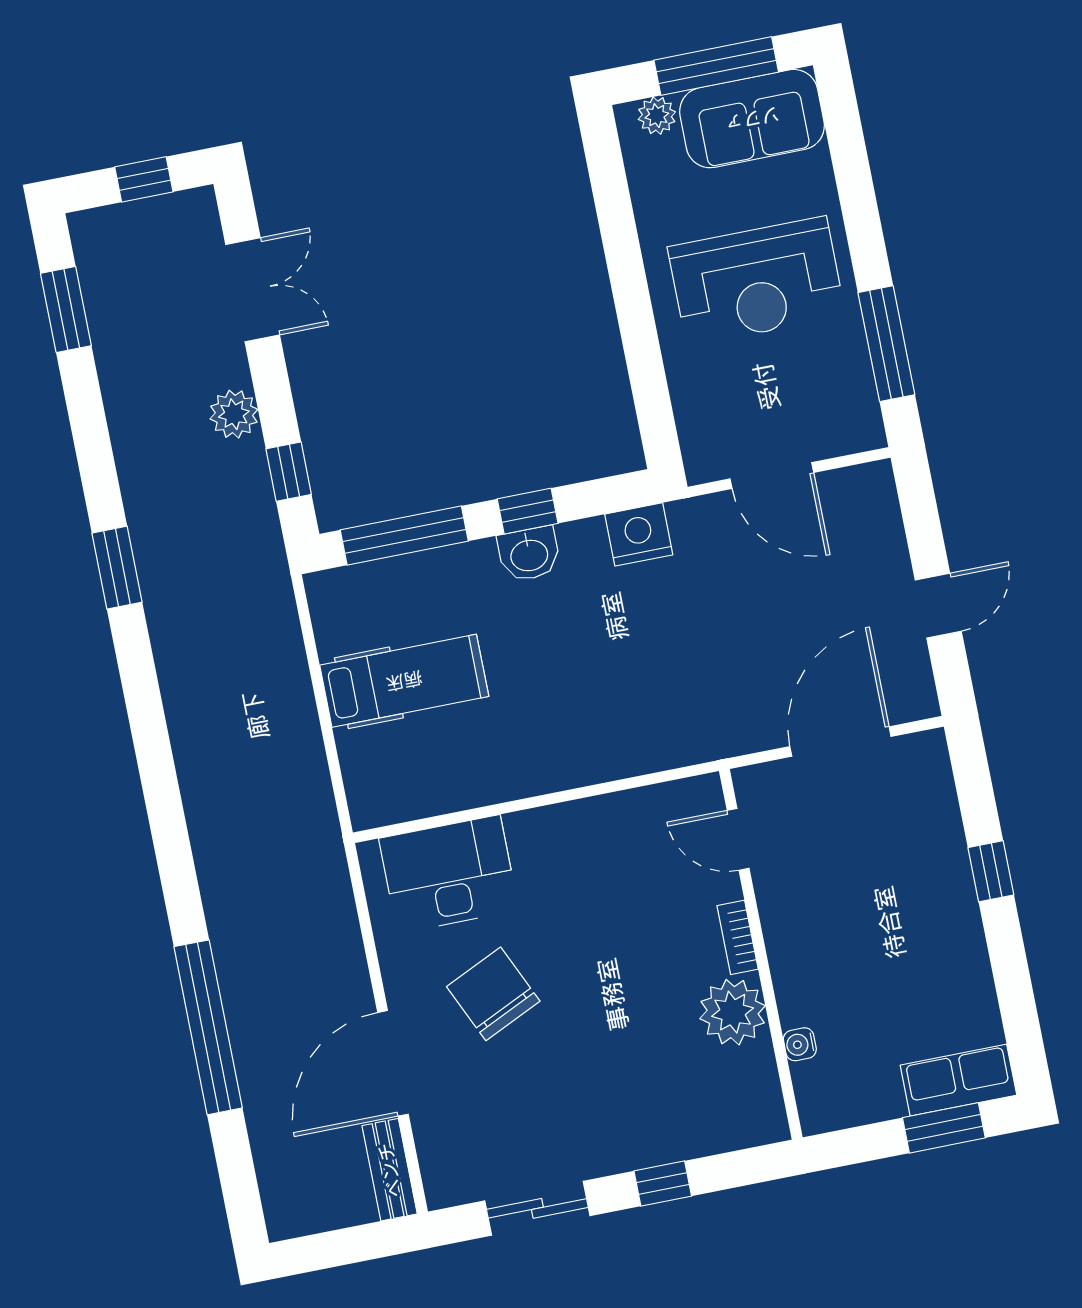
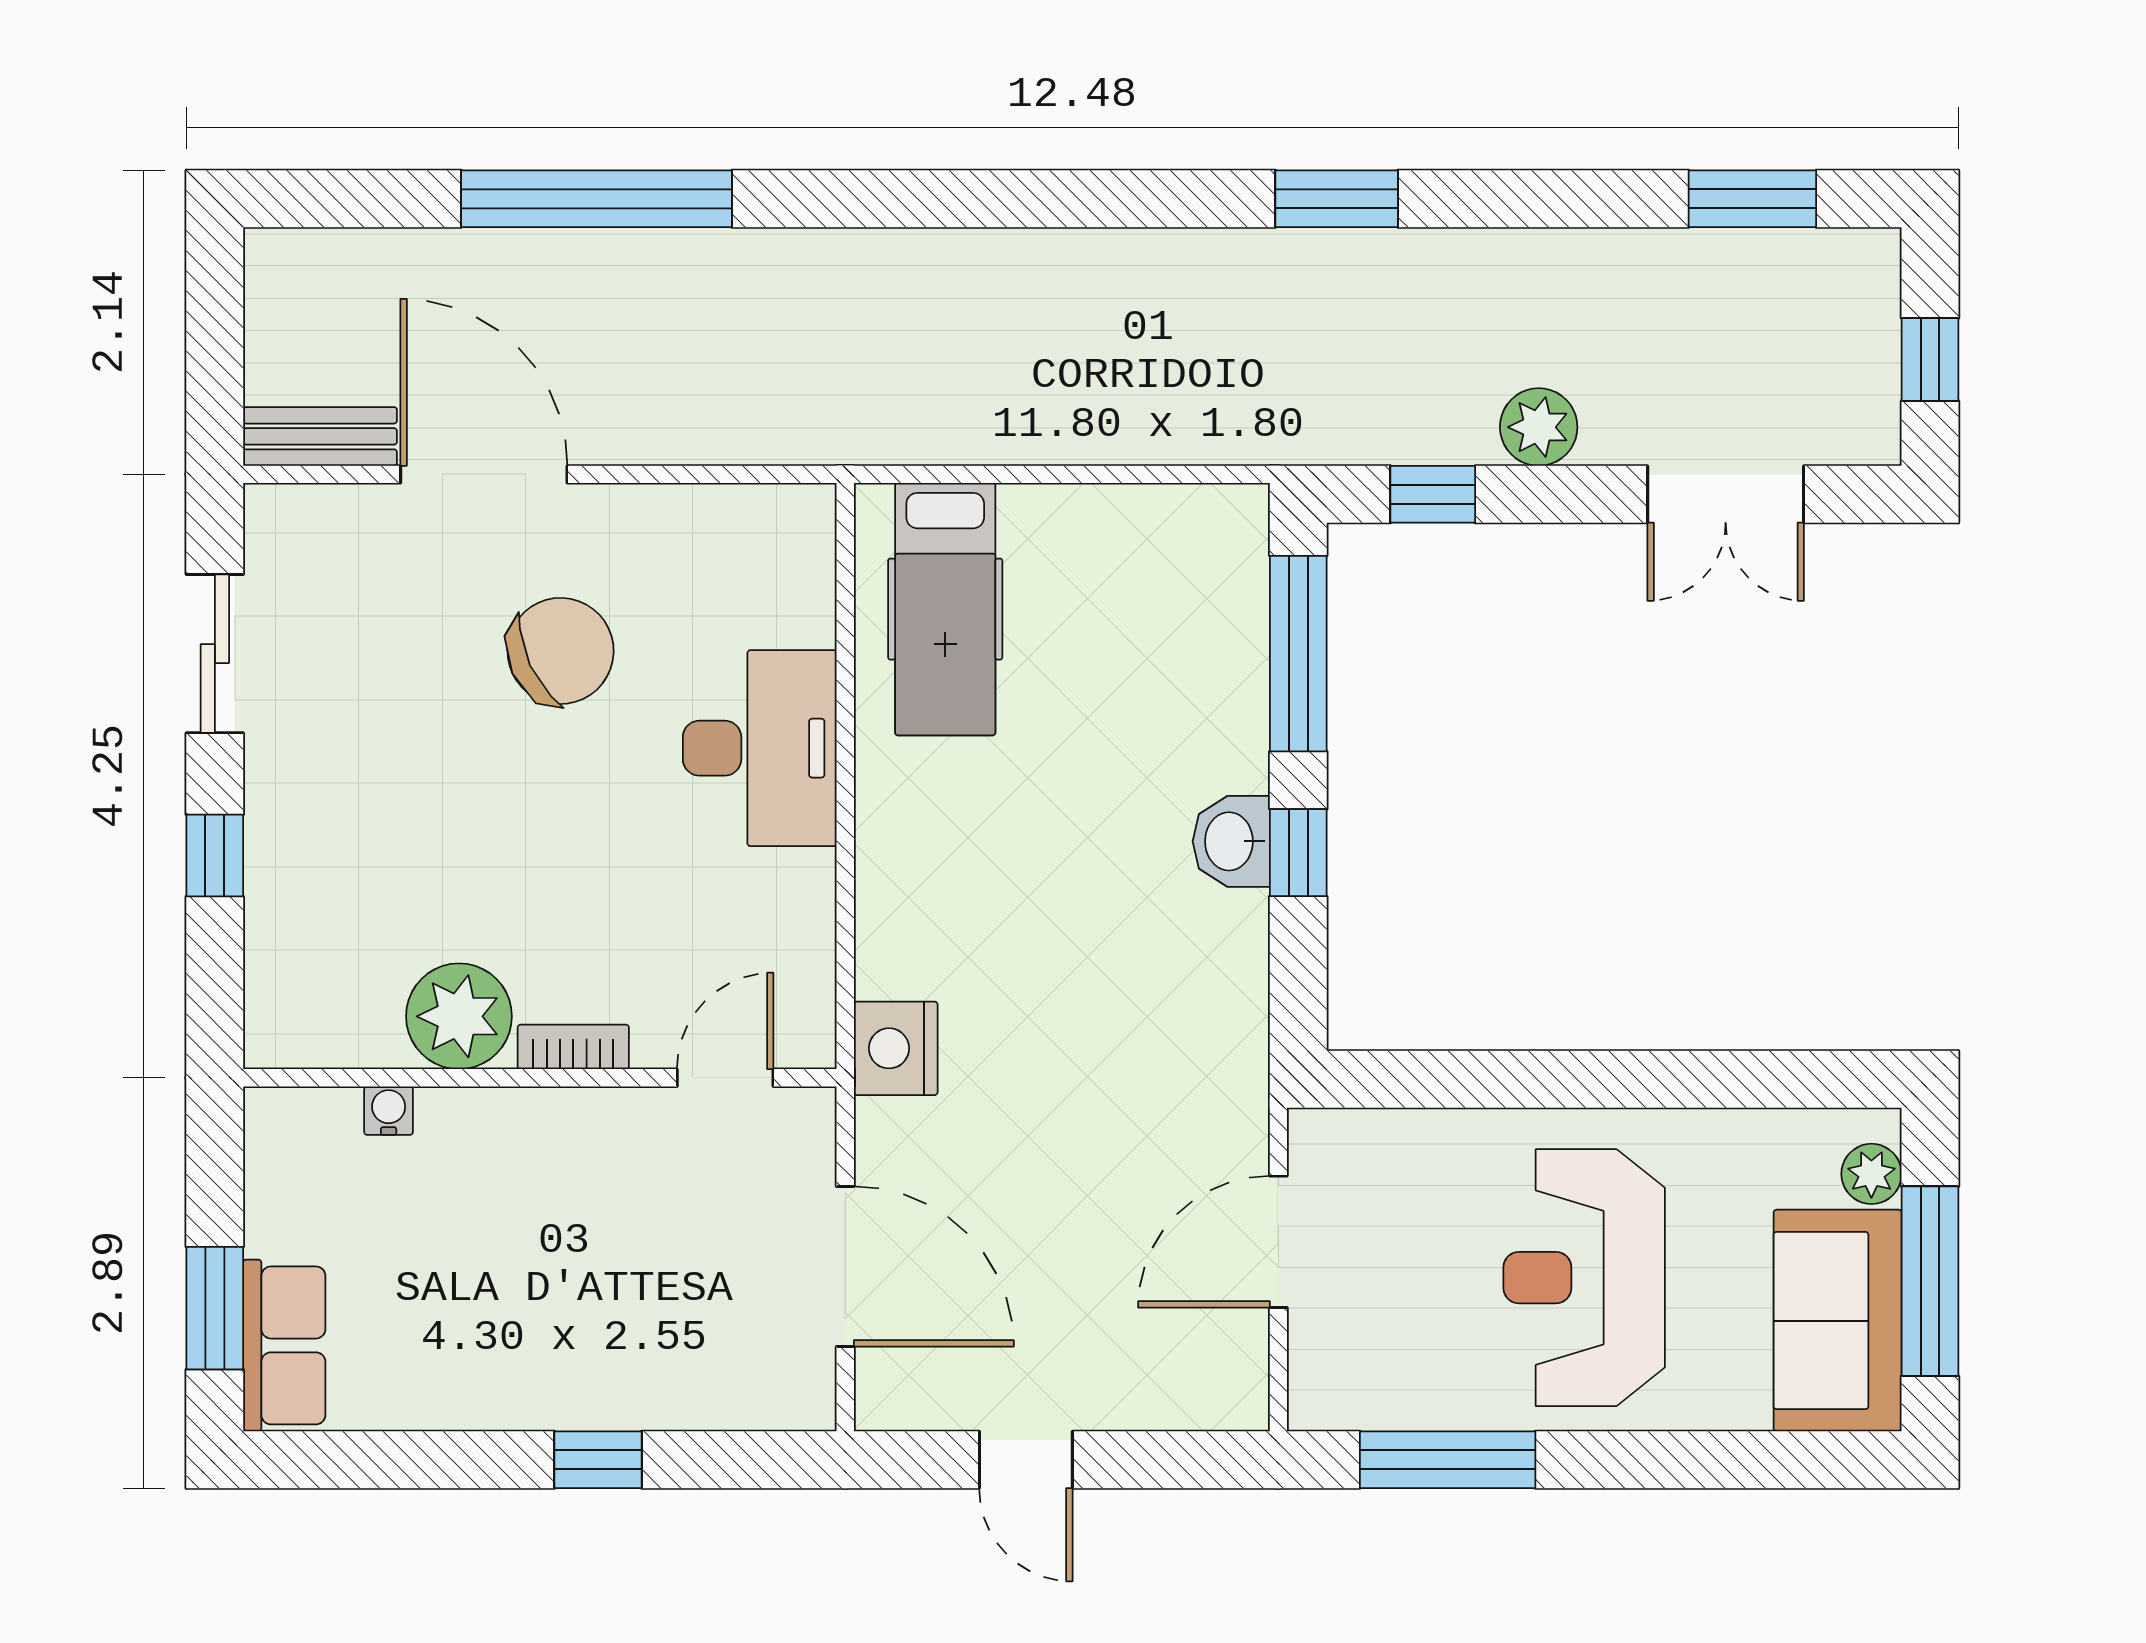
nightstand: (639, 534) -> (896, 1048), moved, turned 180
hospital bed: (404, 681) -> (945, 609), moved
desk: (449, 874) -> (760, 748), moved

